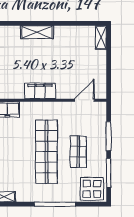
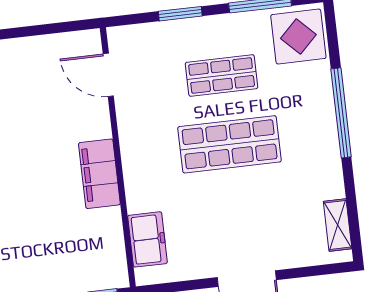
window: (109, 136) -> (180, 14), width x0.69
shop shelf: (46, 152) -> (230, 144), width x0.71

